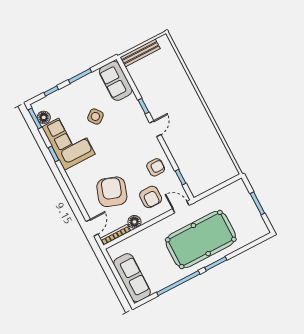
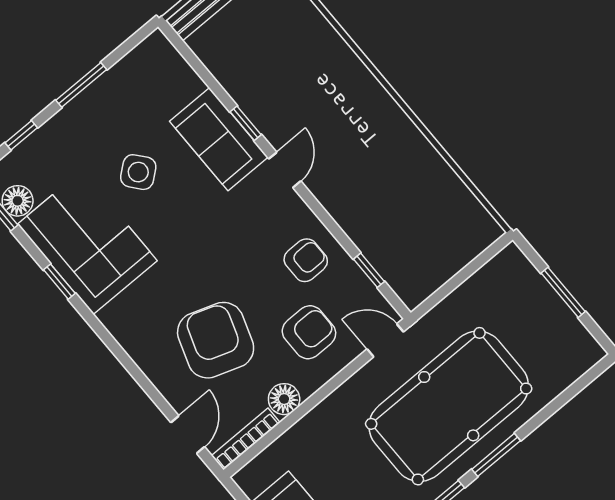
sofa: (116, 81) -> (219, 139), moved
armchair: (151, 197) -> (309, 332), turned -90

